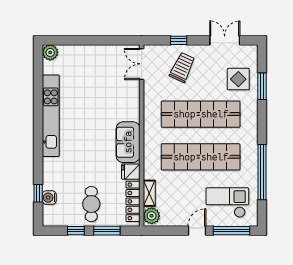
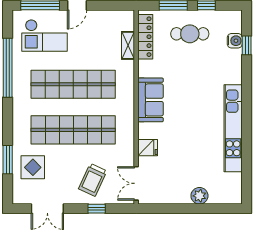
plant: (50, 52) -> (199, 196), moved
double door: (142, 64) -> (136, 183), swing flipped
fridge: (131, 172) -> (148, 148), moved
cafe table: (91, 204) -> (190, 34), turned 90
plant: (152, 216) -> (125, 21), removed

